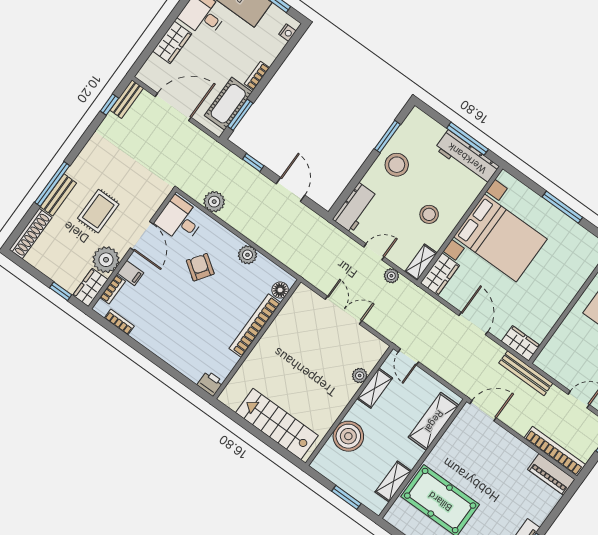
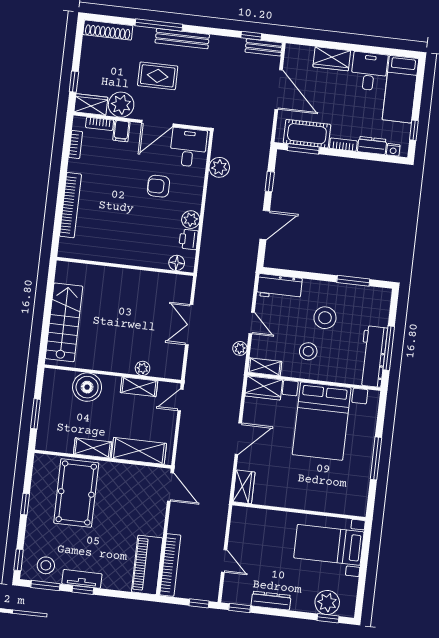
dresser: (273, 50) -> (372, 145), added
stool: (397, 165) -> (325, 318), moved
bench: (58, 195) -> (182, 39), moved, width x1.36
armchair: (200, 267) -> (158, 186), turned -125
double door: (343, 310) -> (189, 325), swing flipped
bookcase: (255, 326) -> (70, 205), moved, turned 90
bench: (526, 373) -> (221, 505), removed
printer: (210, 383) -> (189, 239), moved, turned 180
piano: (551, 474) -> (147, 565), width x1.37, depth x1.33
shelving: (393, 481) -> (93, 448), moved

